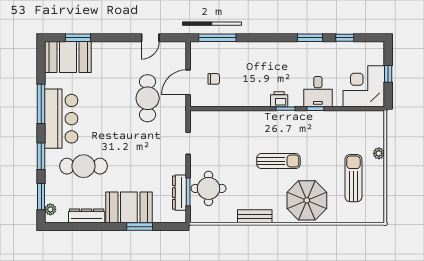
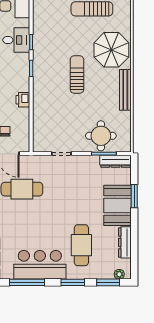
printer: (279, 99) -> (23, 100), moved
dresser: (179, 193) -> (116, 161), moved
bench: (255, 216) -> (125, 90), width x1.36

